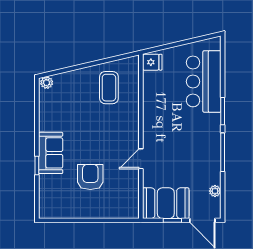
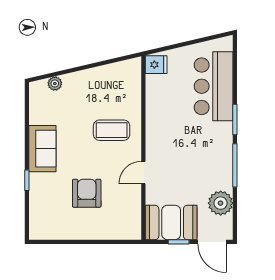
plant: (47, 83) -> (55, 84), moved
coffee table: (109, 88) -> (112, 130), moved, turned 90
sofa: (51, 153) -> (42, 149), moved
plant: (215, 191) -> (221, 203), width x1.88, depth x1.88

